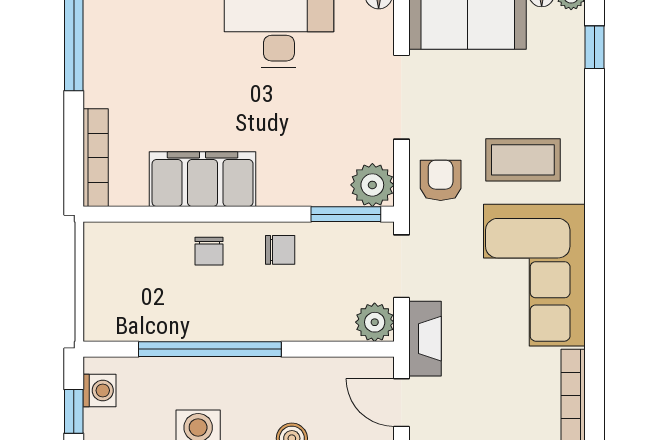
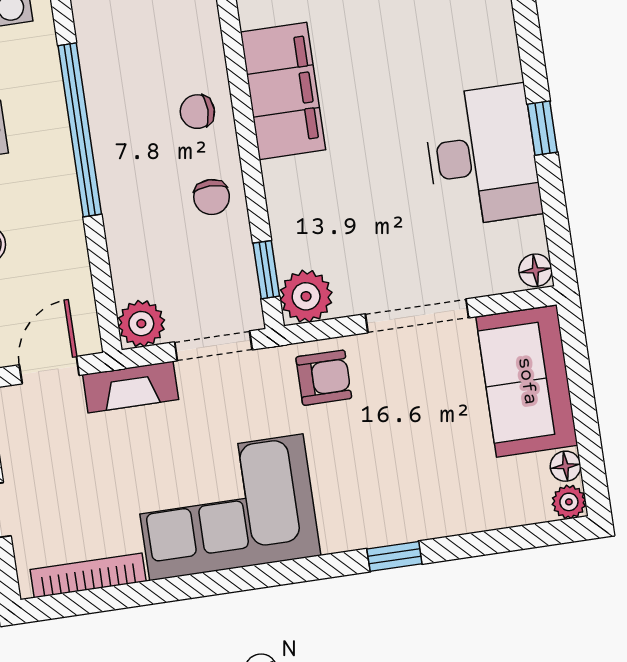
window: (594, 47) -> (394, 556), moved
coffee table: (523, 160) -> (363, 473), removed
window: (346, 214) -> (266, 270), width x0.67

